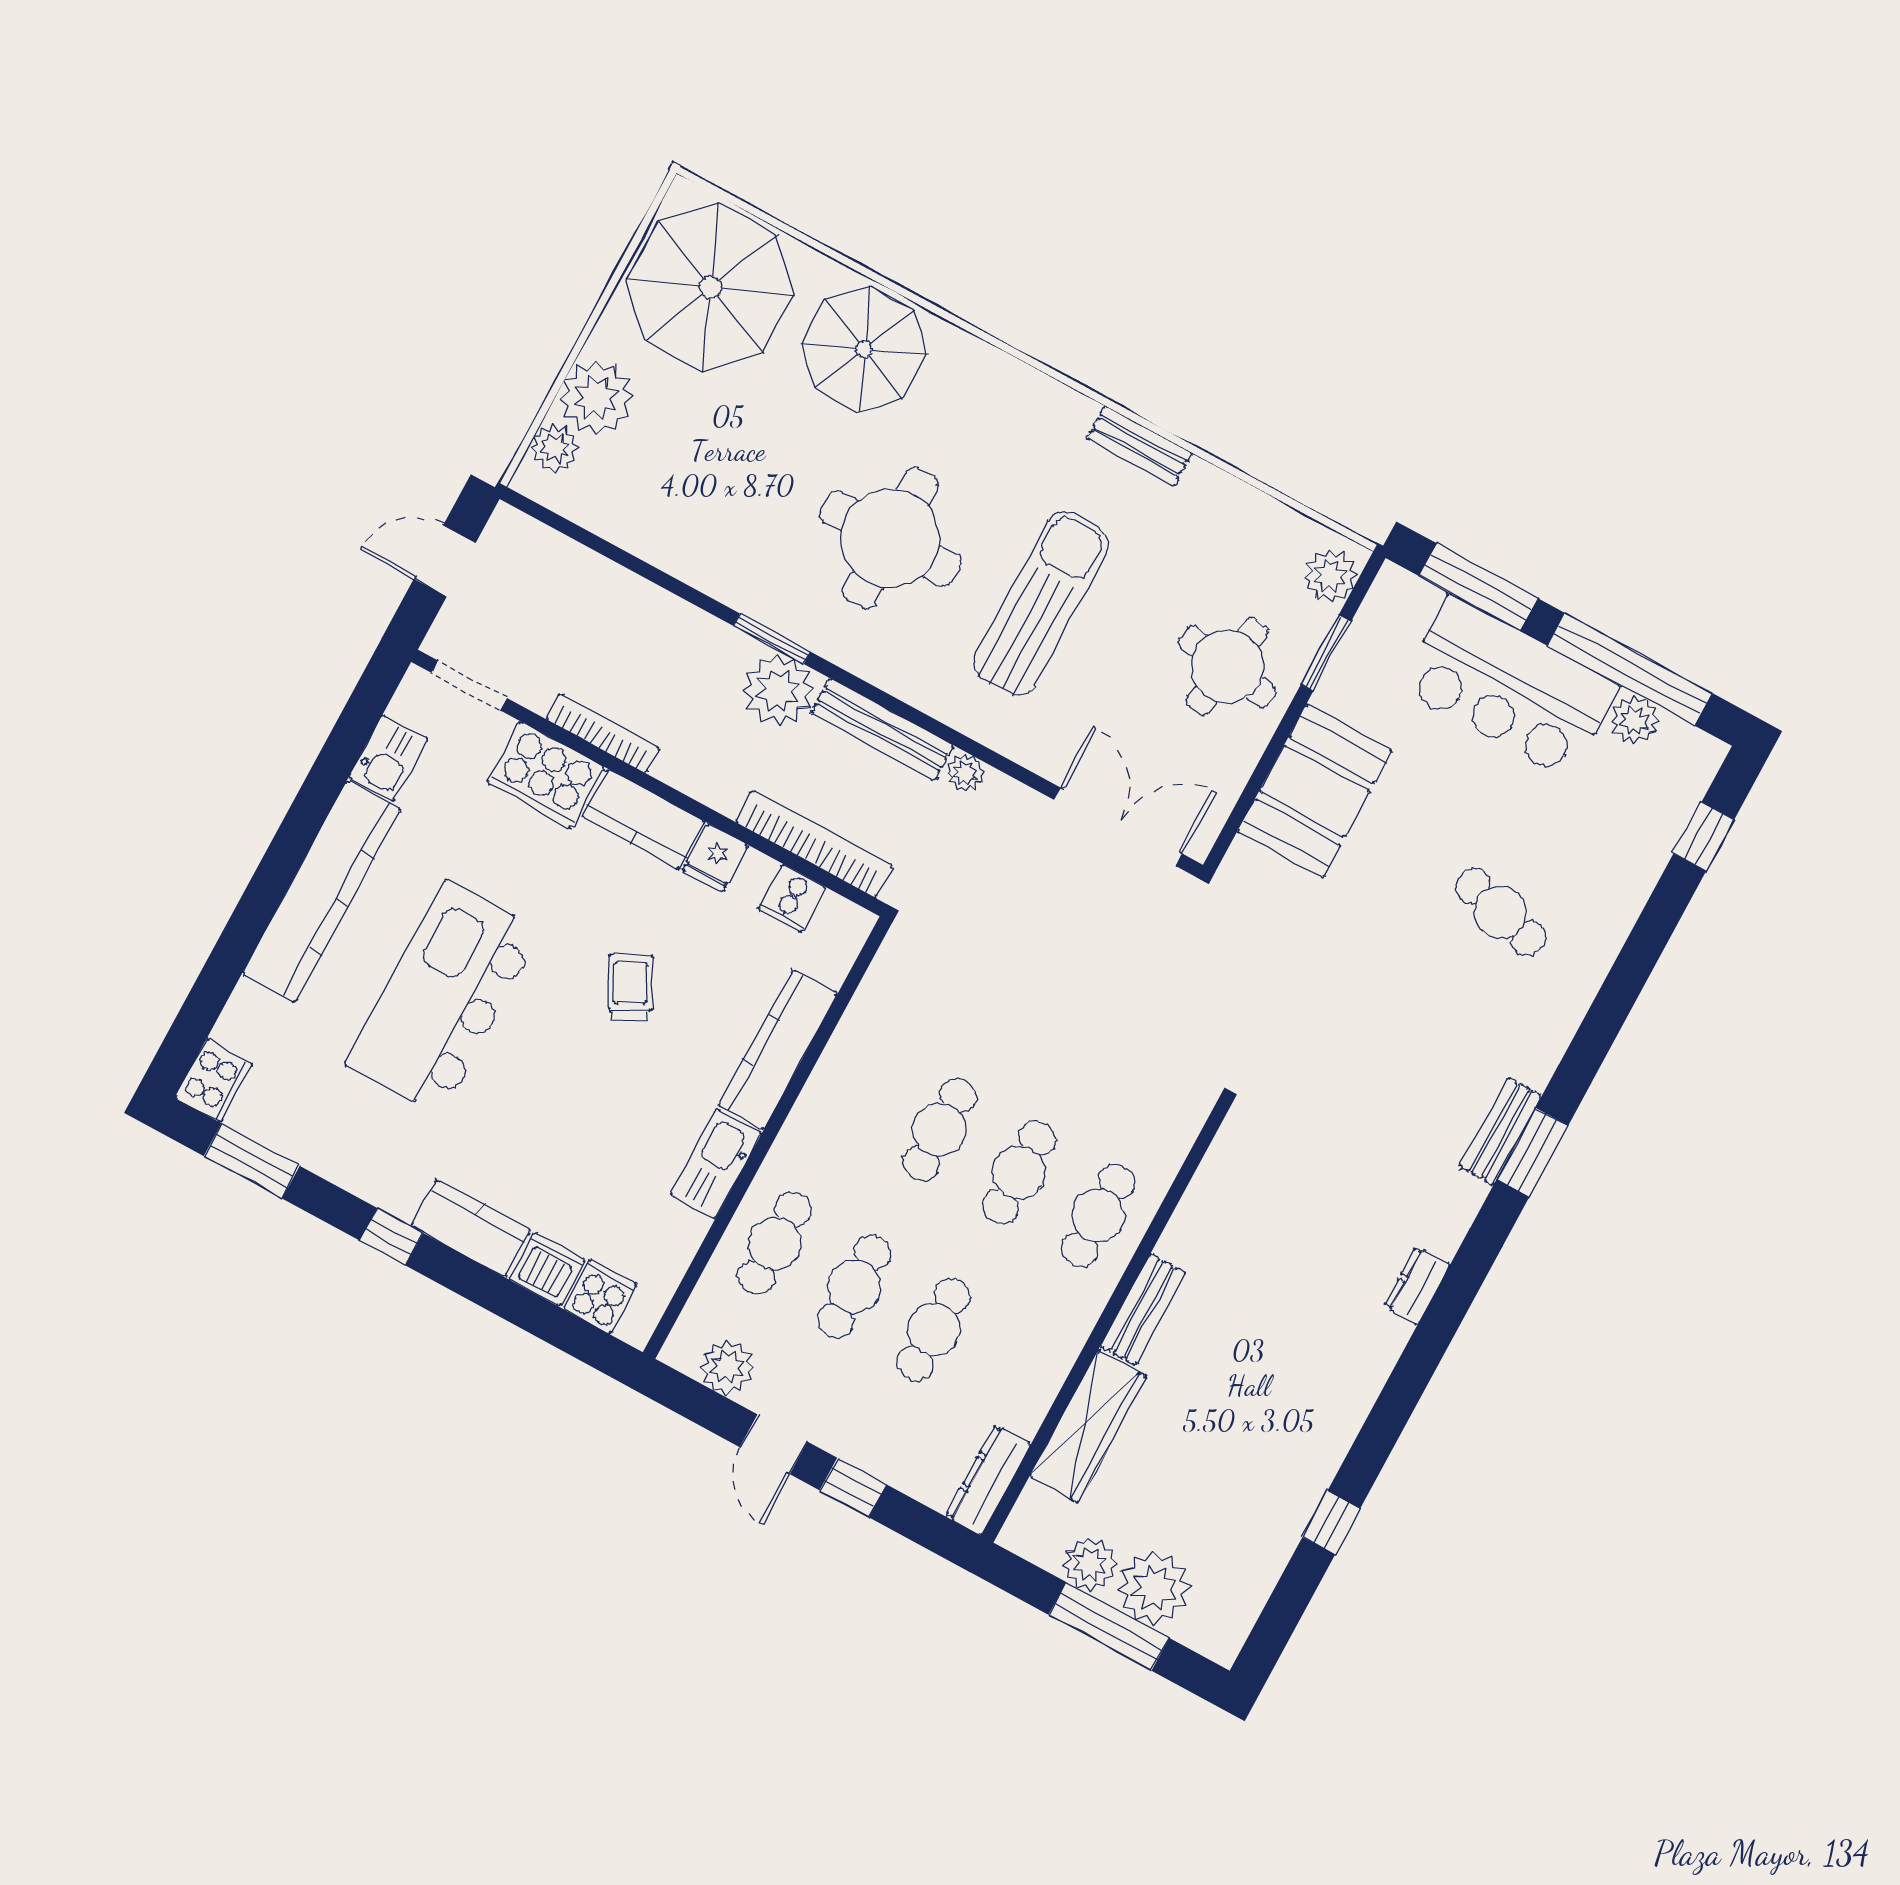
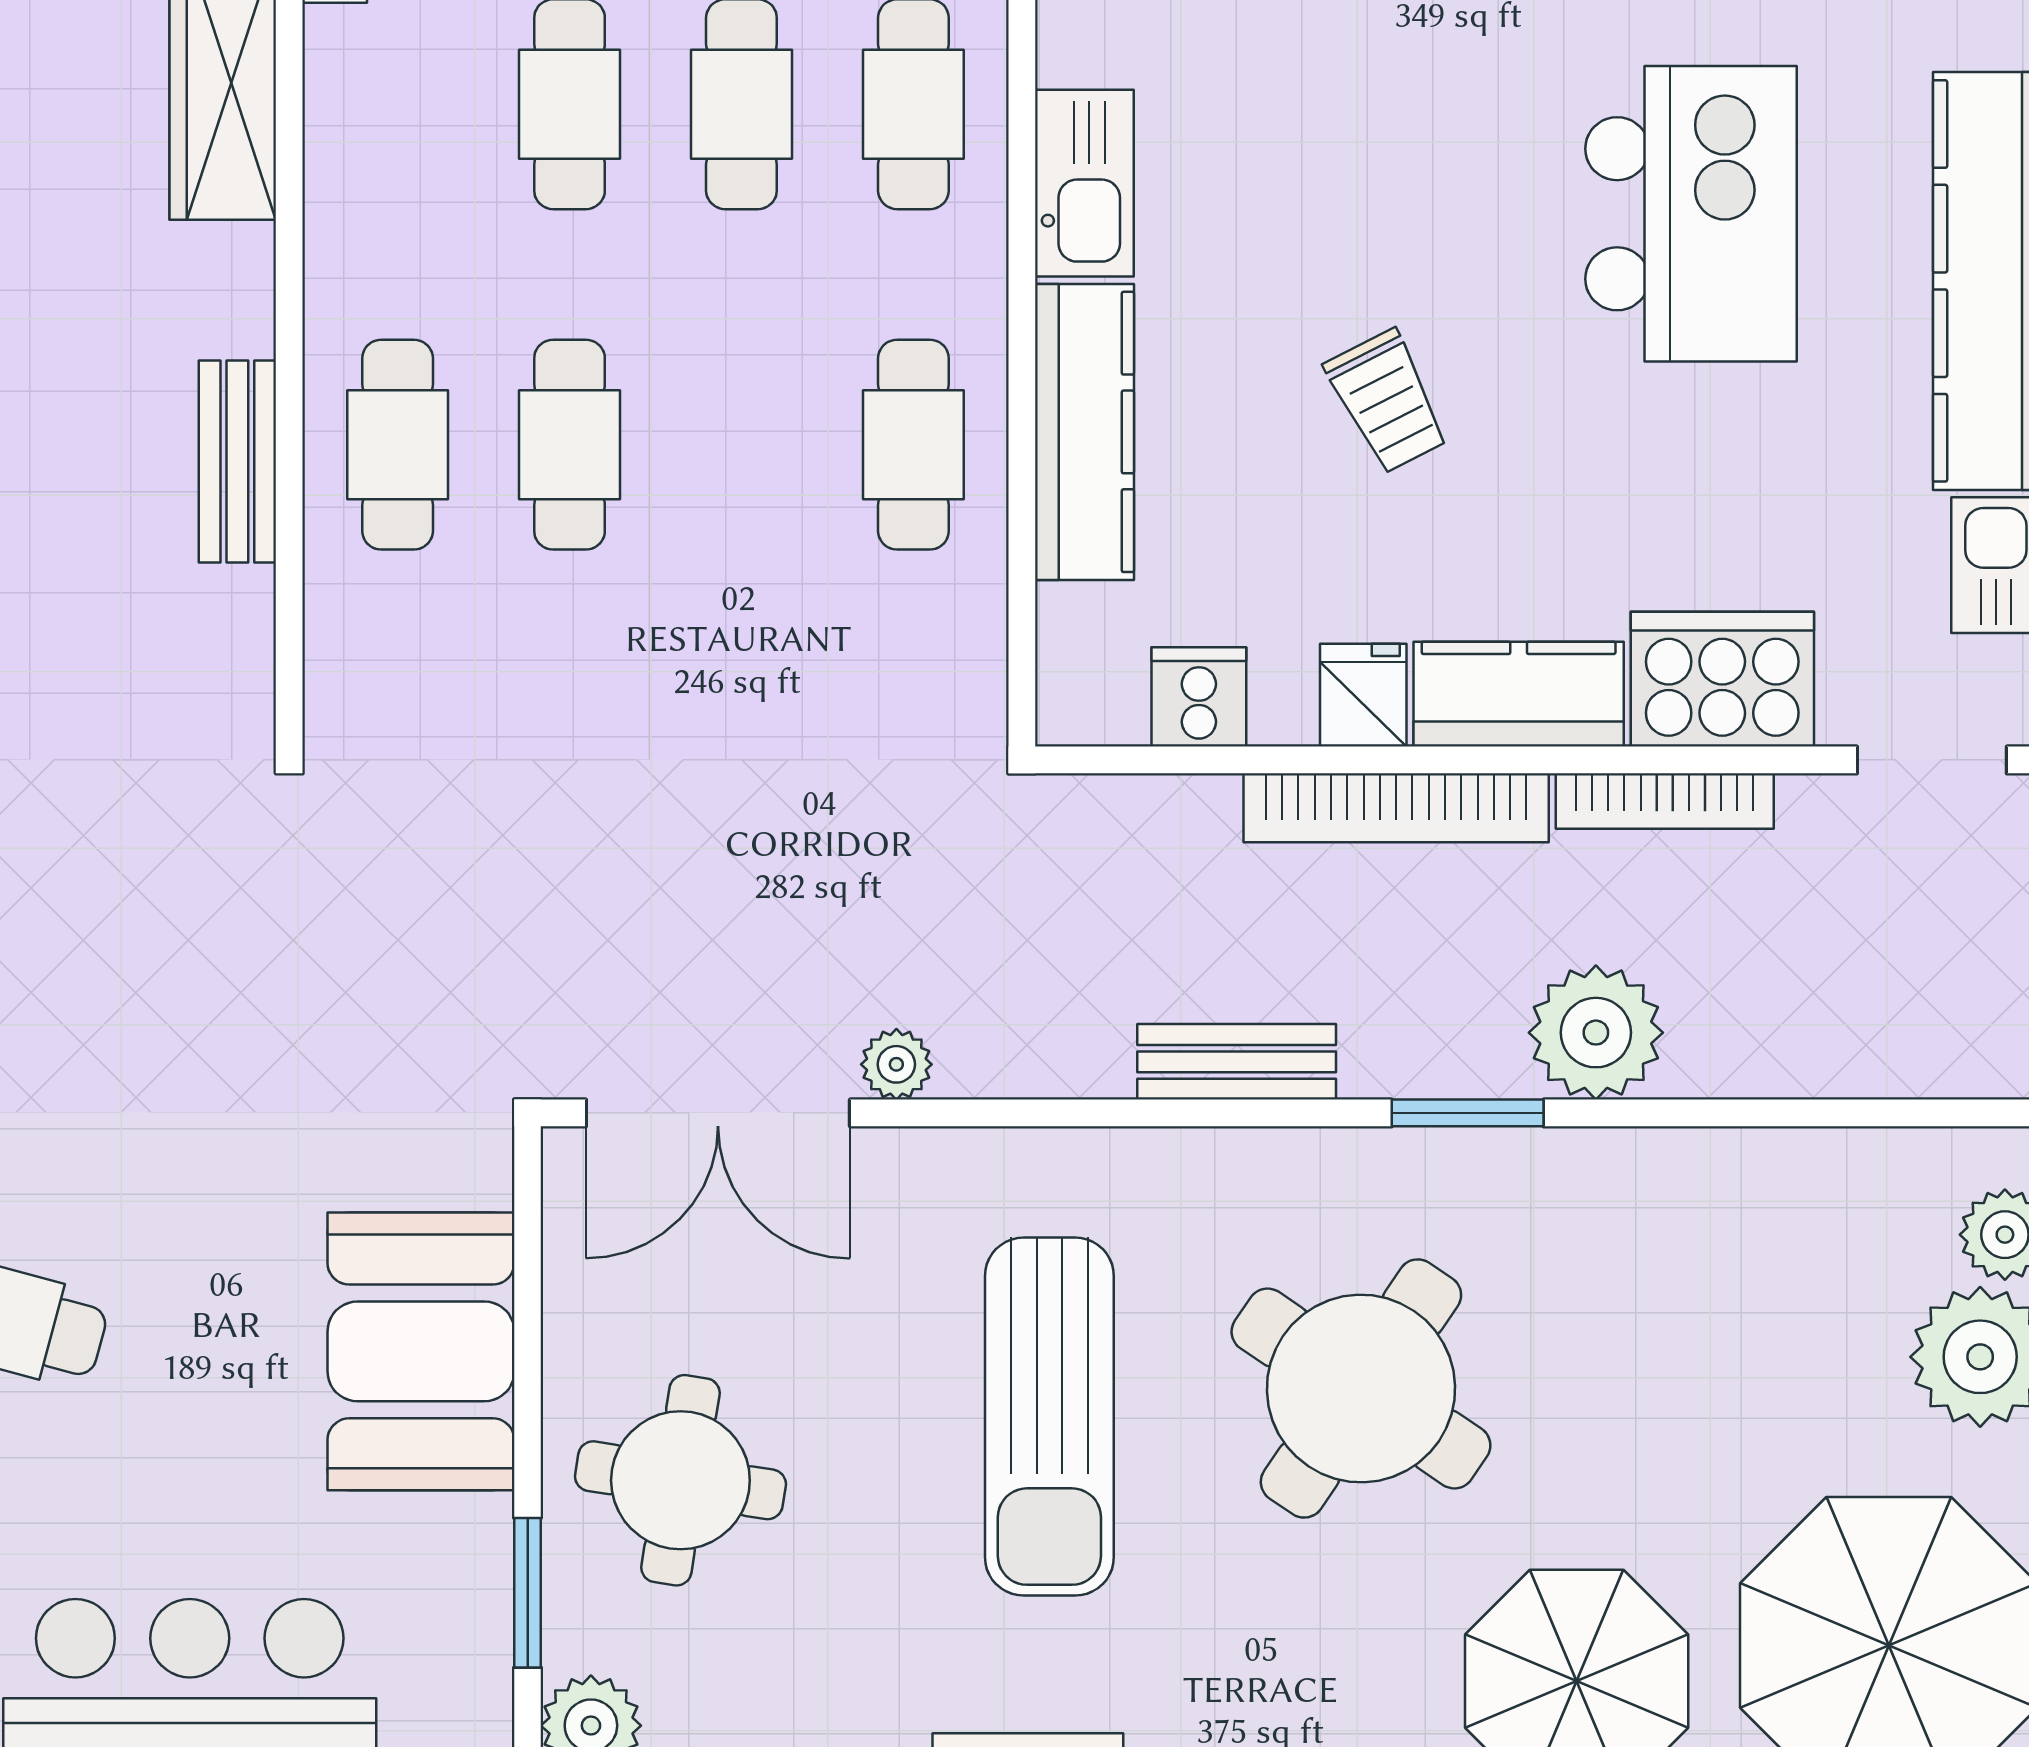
round table: (890, 538) -> (1361, 1388), turned 34
plant: (778, 690) -> (1596, 1033), moved
bench: (882, 729) -> (1237, 1062), width x0.73
plant: (965, 773) -> (896, 1064), moved
bookcase: (814, 844) -> (1396, 808), moved
kitchen island: (443, 998) -> (1691, 214), width x0.73
cafe table: (940, 1129) -> (913, 445), moved
bench: (1143, 1309) -> (237, 462), moved

